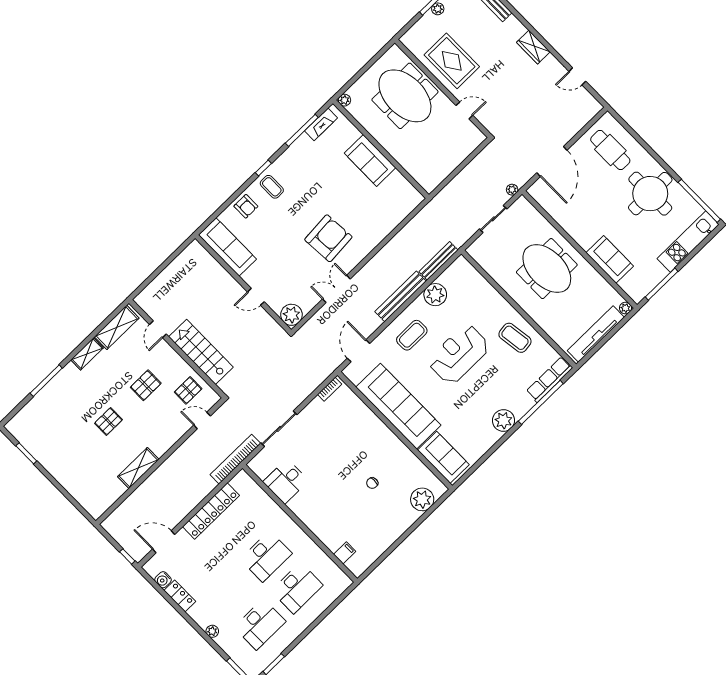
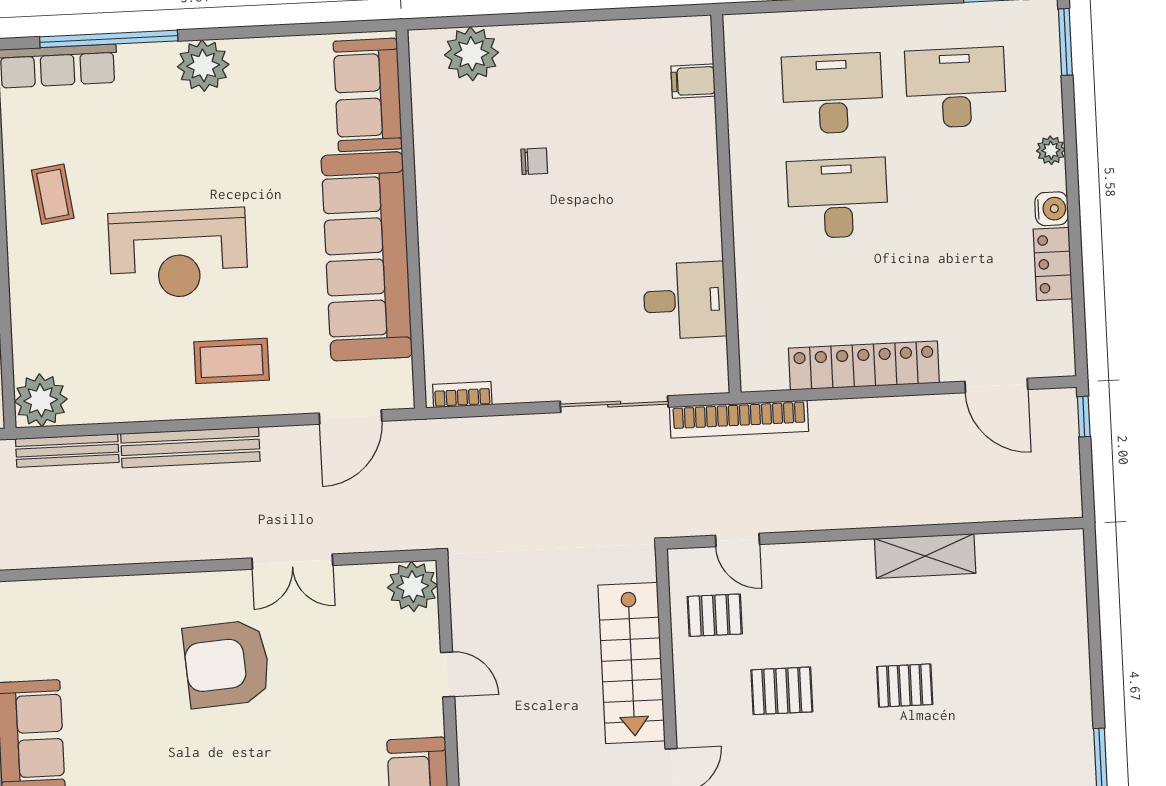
plant: (435, 295) -> (41, 400), moved
coffee table: (515, 338) -> (53, 194), width x0.73, depth x0.77
water cooler: (163, 580) -> (1052, 209), moved

